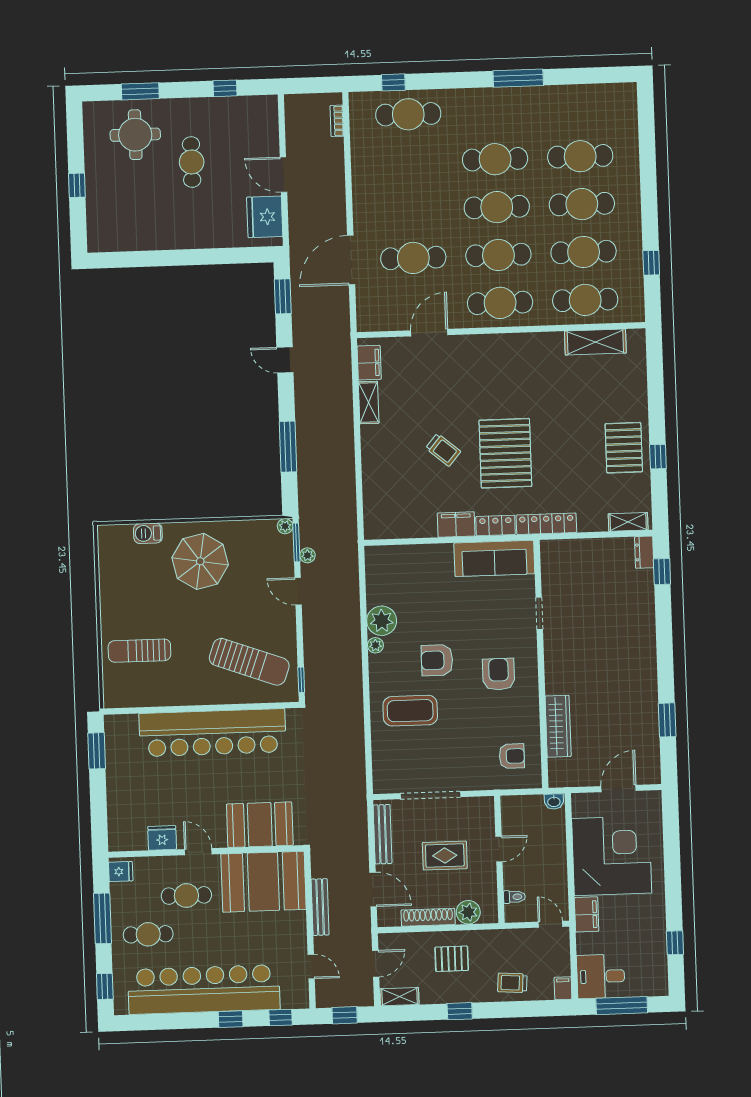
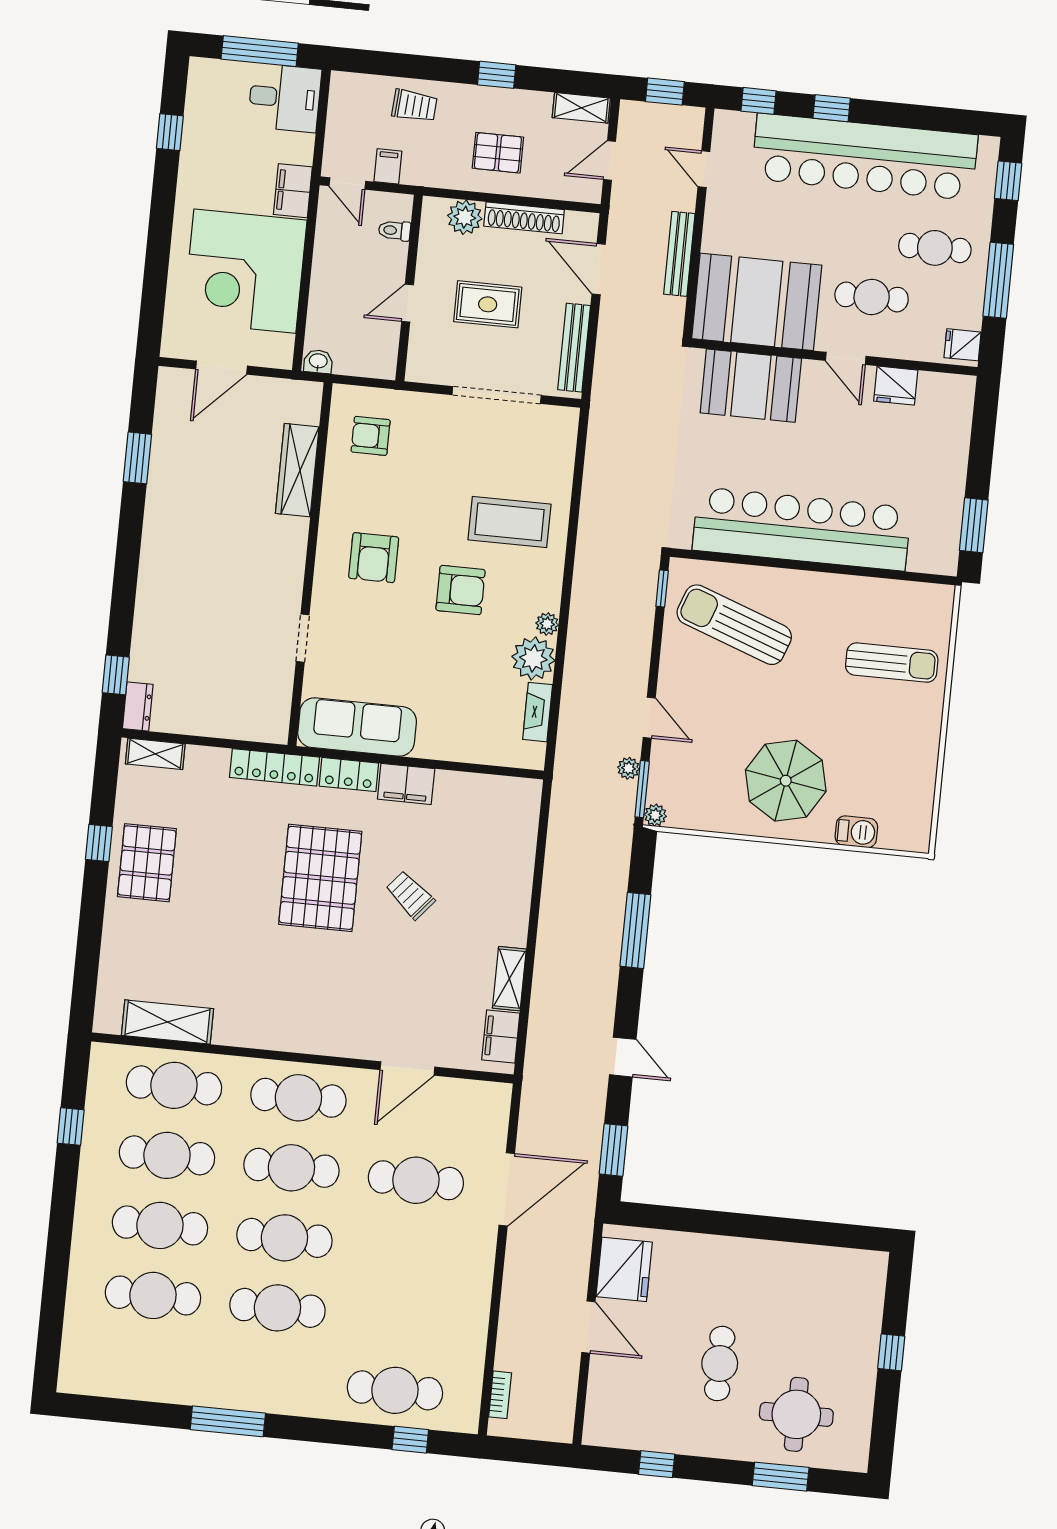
fireplace: (374, 585) -> (538, 712), added
filing cabinet: (563, 988) -> (388, 166), moved, turned 180

